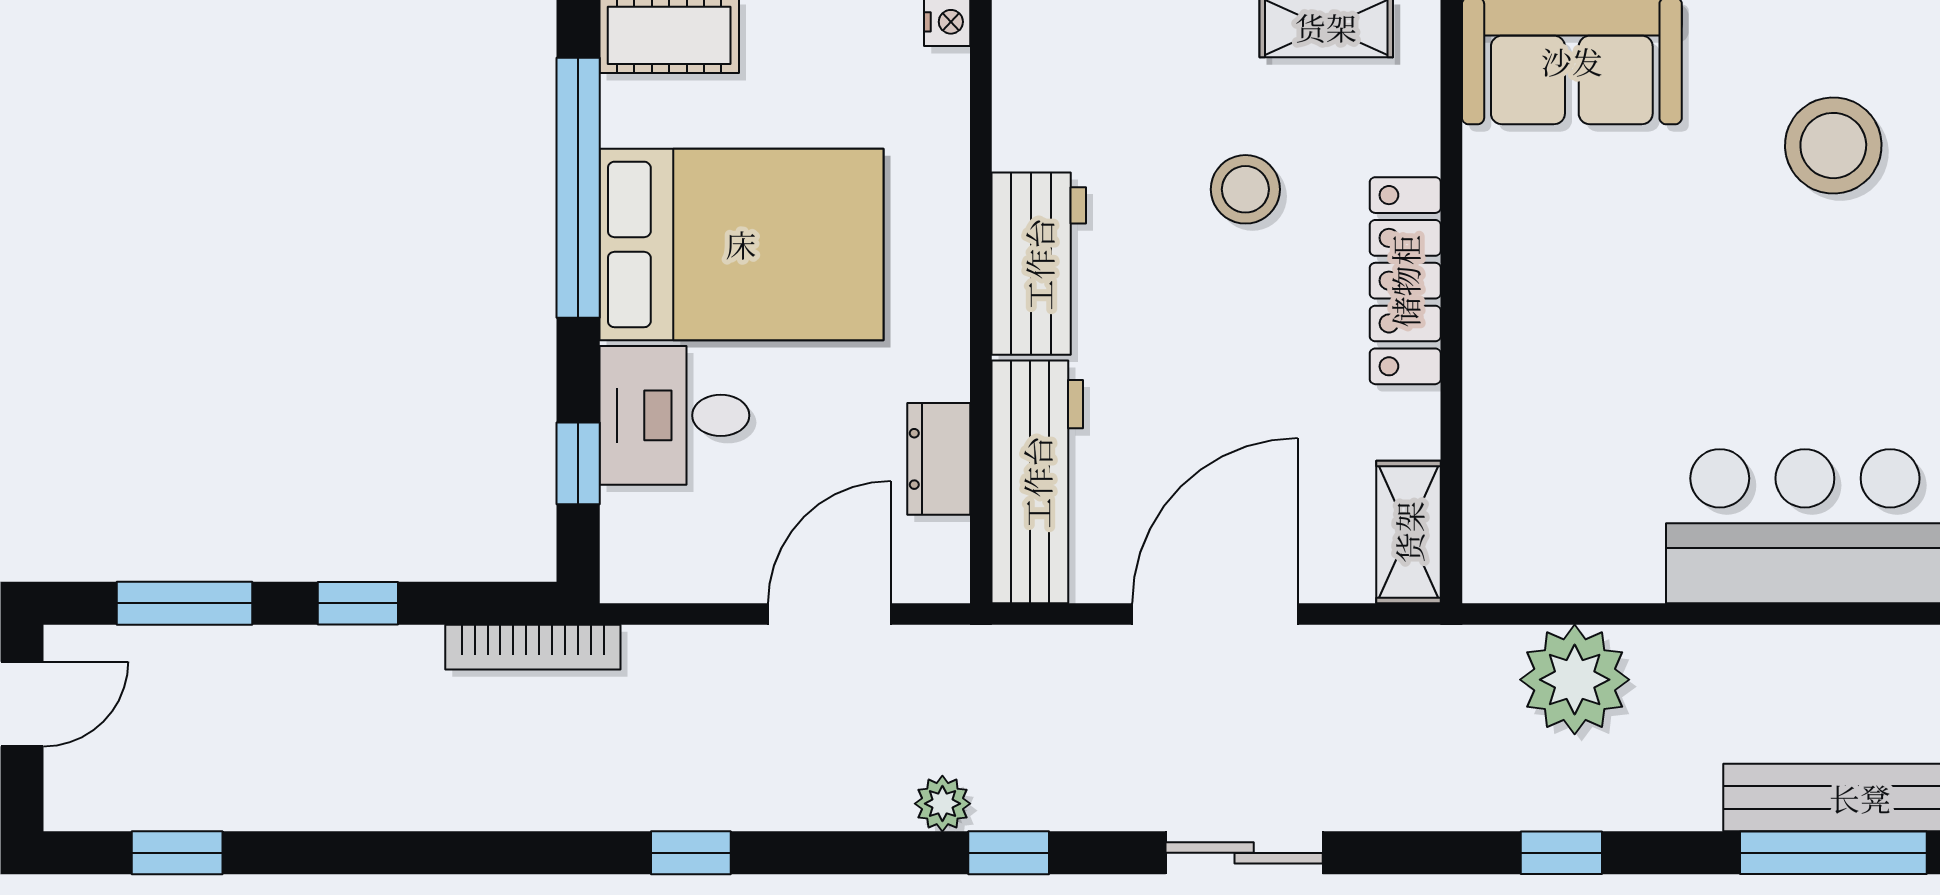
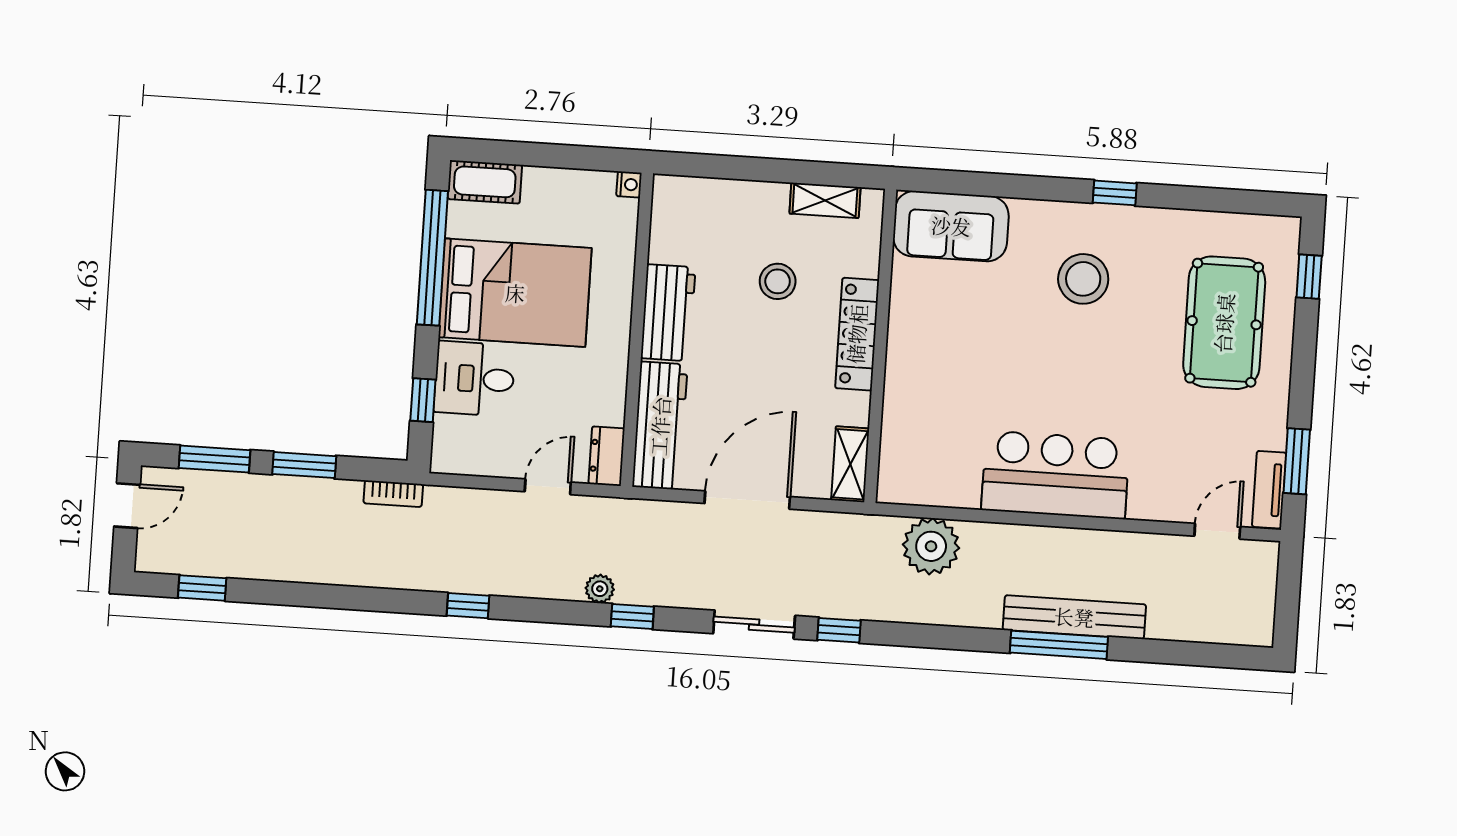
dresser: (939, 459) -> (607, 456), moved
window: (358, 603) -> (304, 465), width x1.50
door: (829, 614) -> (548, 487), width x0.73
bookcase: (533, 647) -> (393, 494), width x0.64
window: (1561, 853) -> (839, 630), moved

